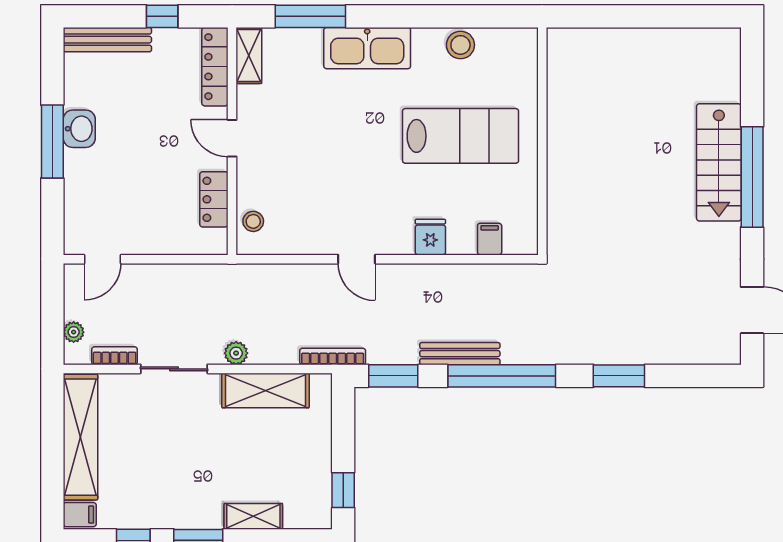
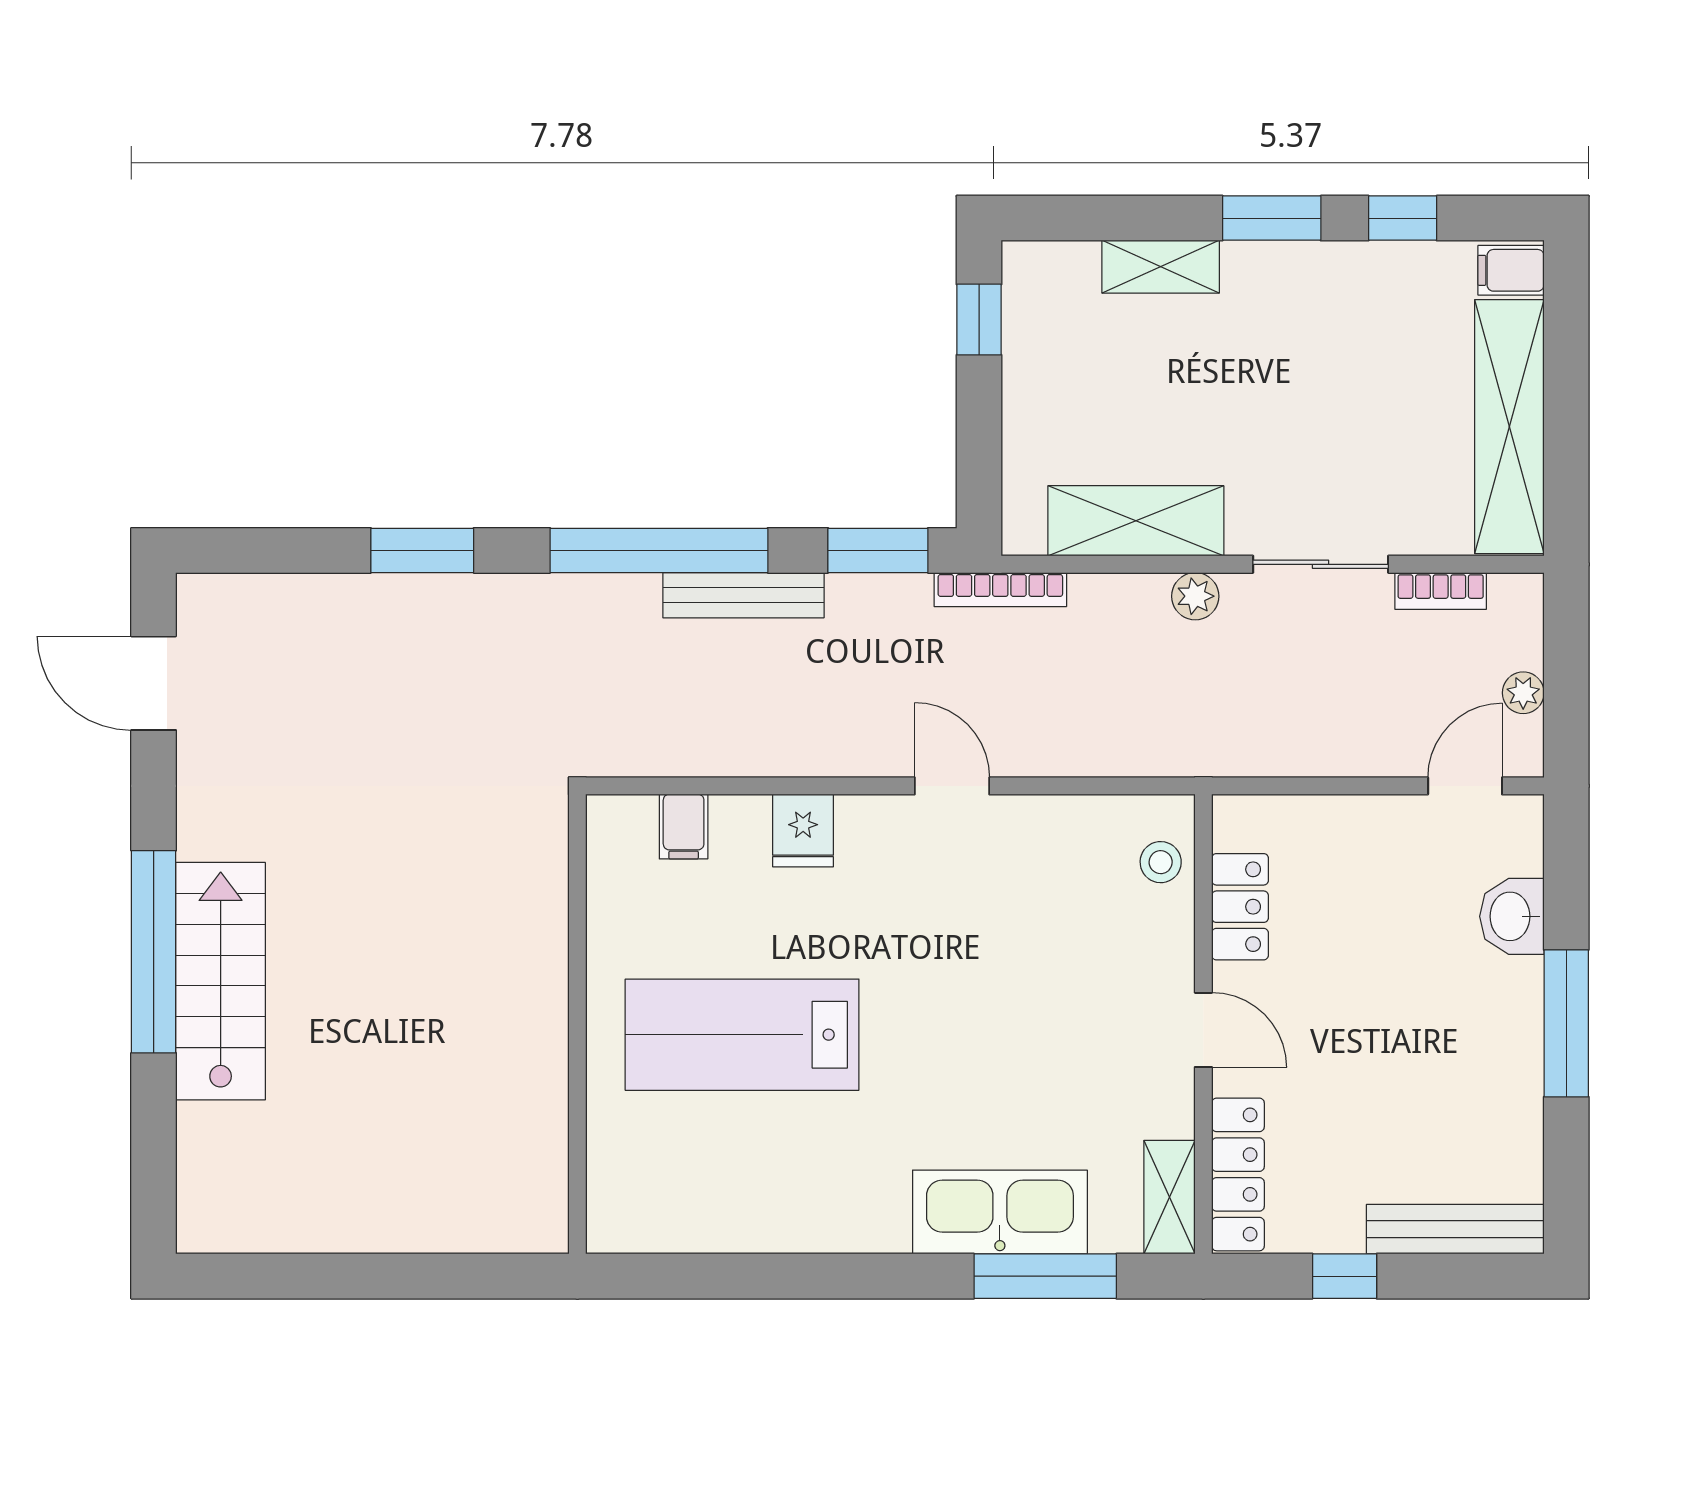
stool: (460, 45) -> (742, 1218), removed
kitchen sink: (367, 48) -> (1000, 1212), moved
washbasin: (79, 129) -> (1512, 916), moved
plant: (74, 332) -> (1523, 693), moved

